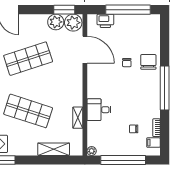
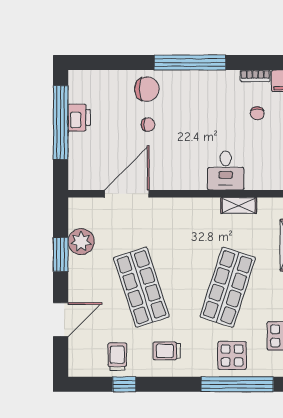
window: (64, 10) -> (61, 254), moved
printer: (105, 21) -> (79, 118), moved
plant: (73, 23) -> (82, 213), removed
chair: (148, 62) -> (147, 89), turned 180

